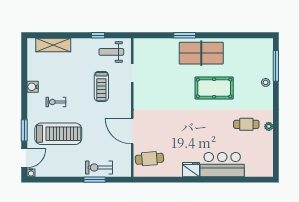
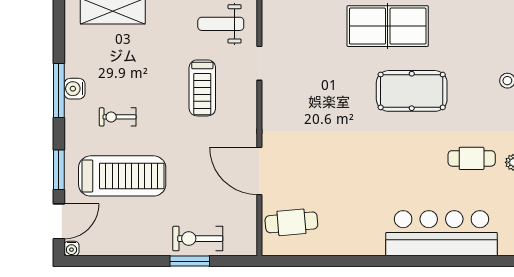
window: (24, 88) -> (59, 90), added
bar counter: (222, 165) -> (441, 233), width x1.36
fridge: (191, 170) -> (369, 242), removed

